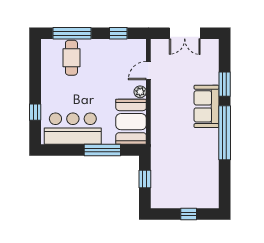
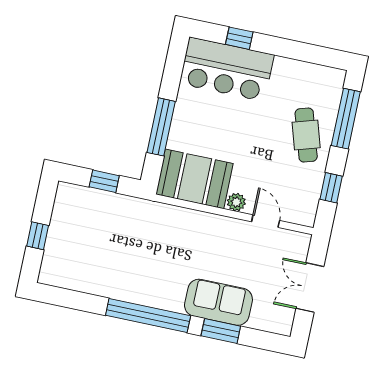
cafe table: (71, 58) -> (306, 135), moved, turned 73
sofa: (207, 106) -> (218, 302), moved
bar counter: (73, 129) -> (227, 69), moved, turned 90

